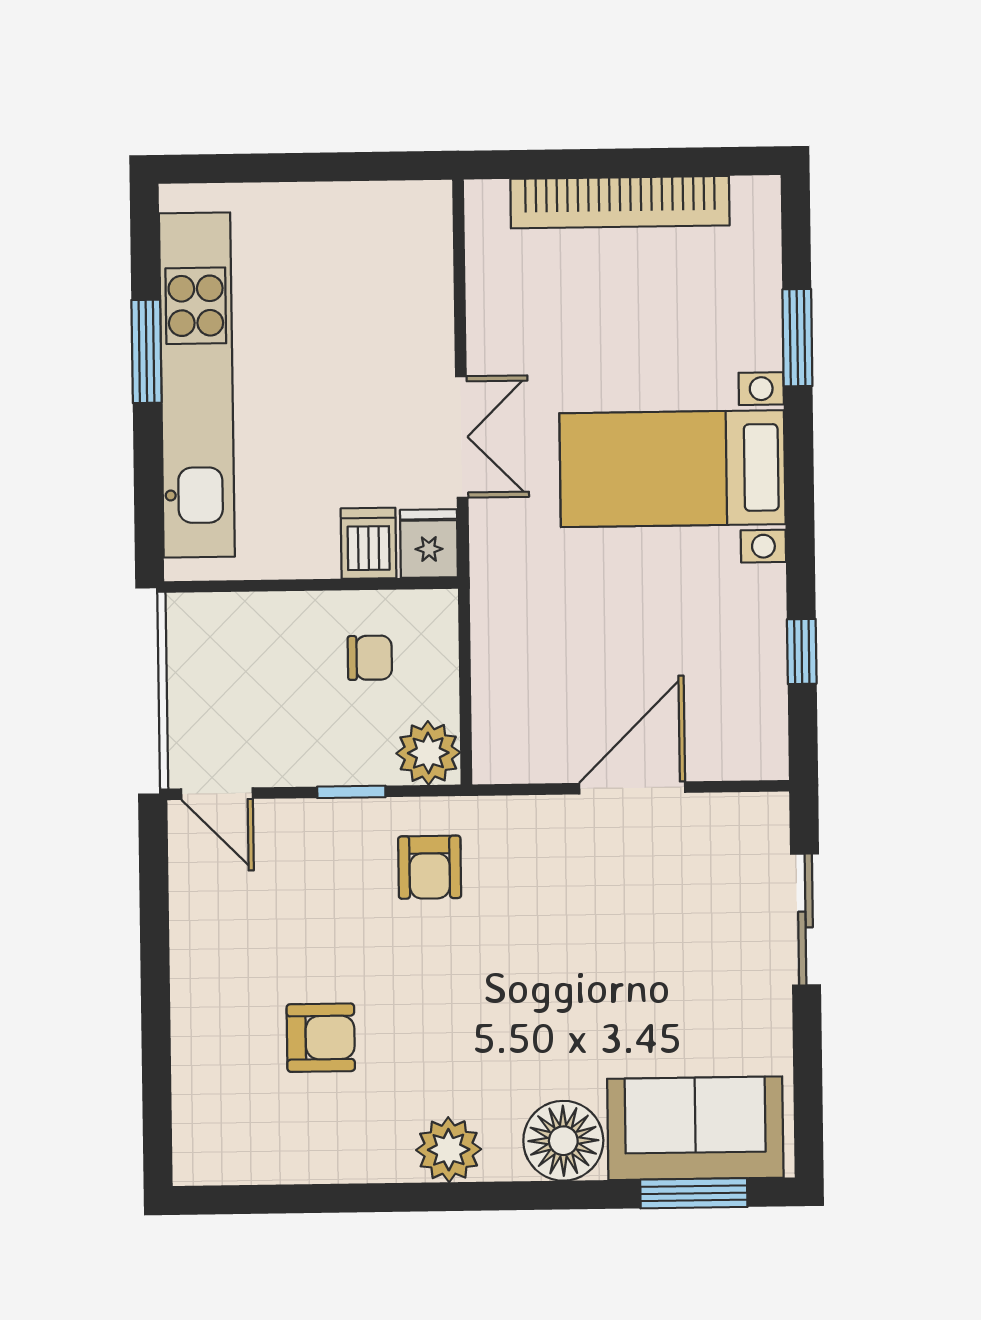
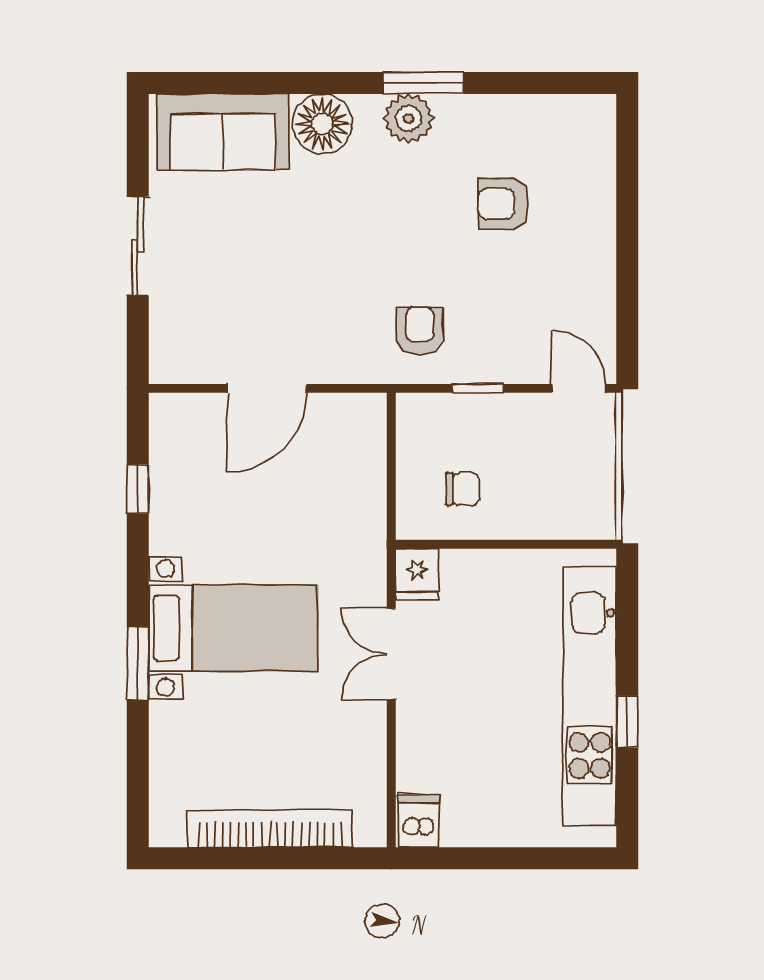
window: (797, 338) -> (138, 663), moved
window: (146, 351) -> (627, 722), width x0.67
dishwasher: (369, 543) -> (419, 821), moved, turned 180
chair: (370, 658) -> (463, 489), turned 180
plant: (428, 753) -> (420, 417), removed
sliding door: (805, 920) -> (138, 246), moved
window: (694, 1193) -> (423, 83), moved

